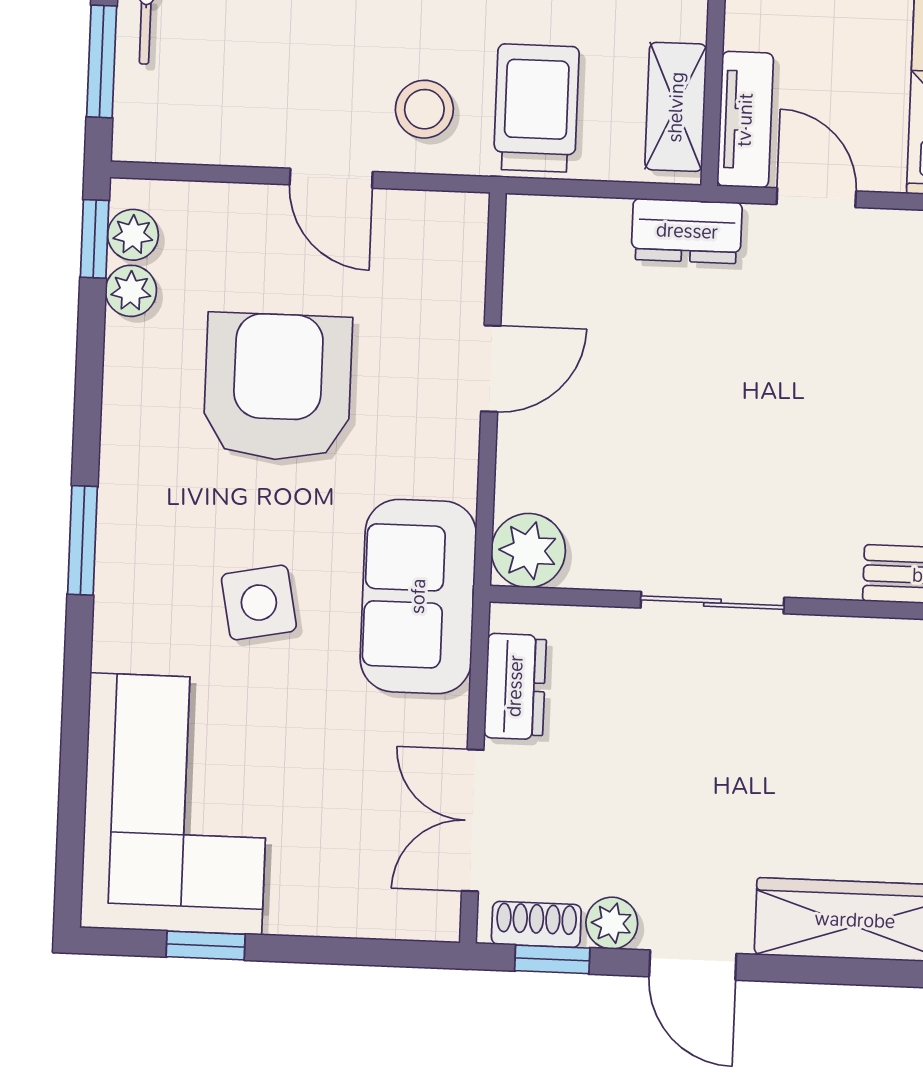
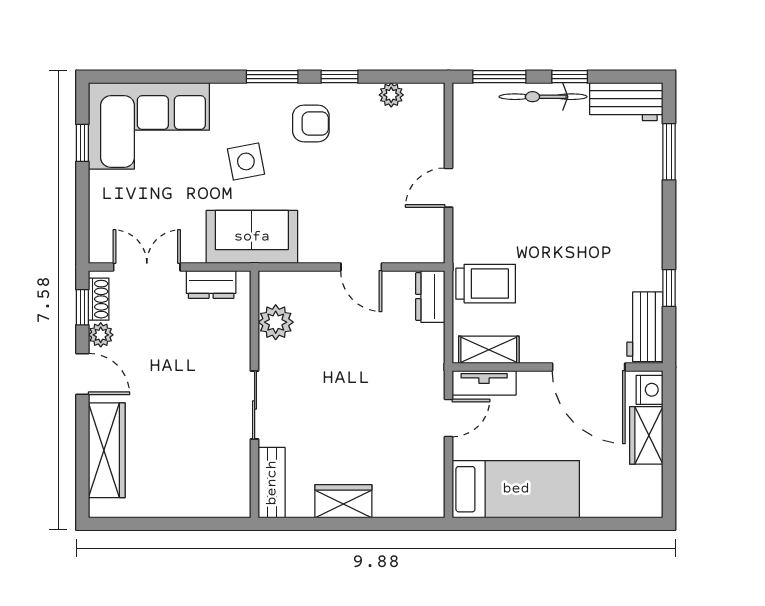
stool: (424, 109) -> (483, 231), removed
dresser: (687, 231) -> (430, 296), moved
plant: (133, 235) -> (418, 95), removed
window: (95, 239) -> (340, 77), moved
armchair: (278, 387) -> (311, 123), moved, width x0.53, depth x0.53
plant: (528, 551) -> (276, 322), moved
sliding door: (712, 603) -> (255, 405), moved
door: (693, 965) -> (82, 374), swing flipped

